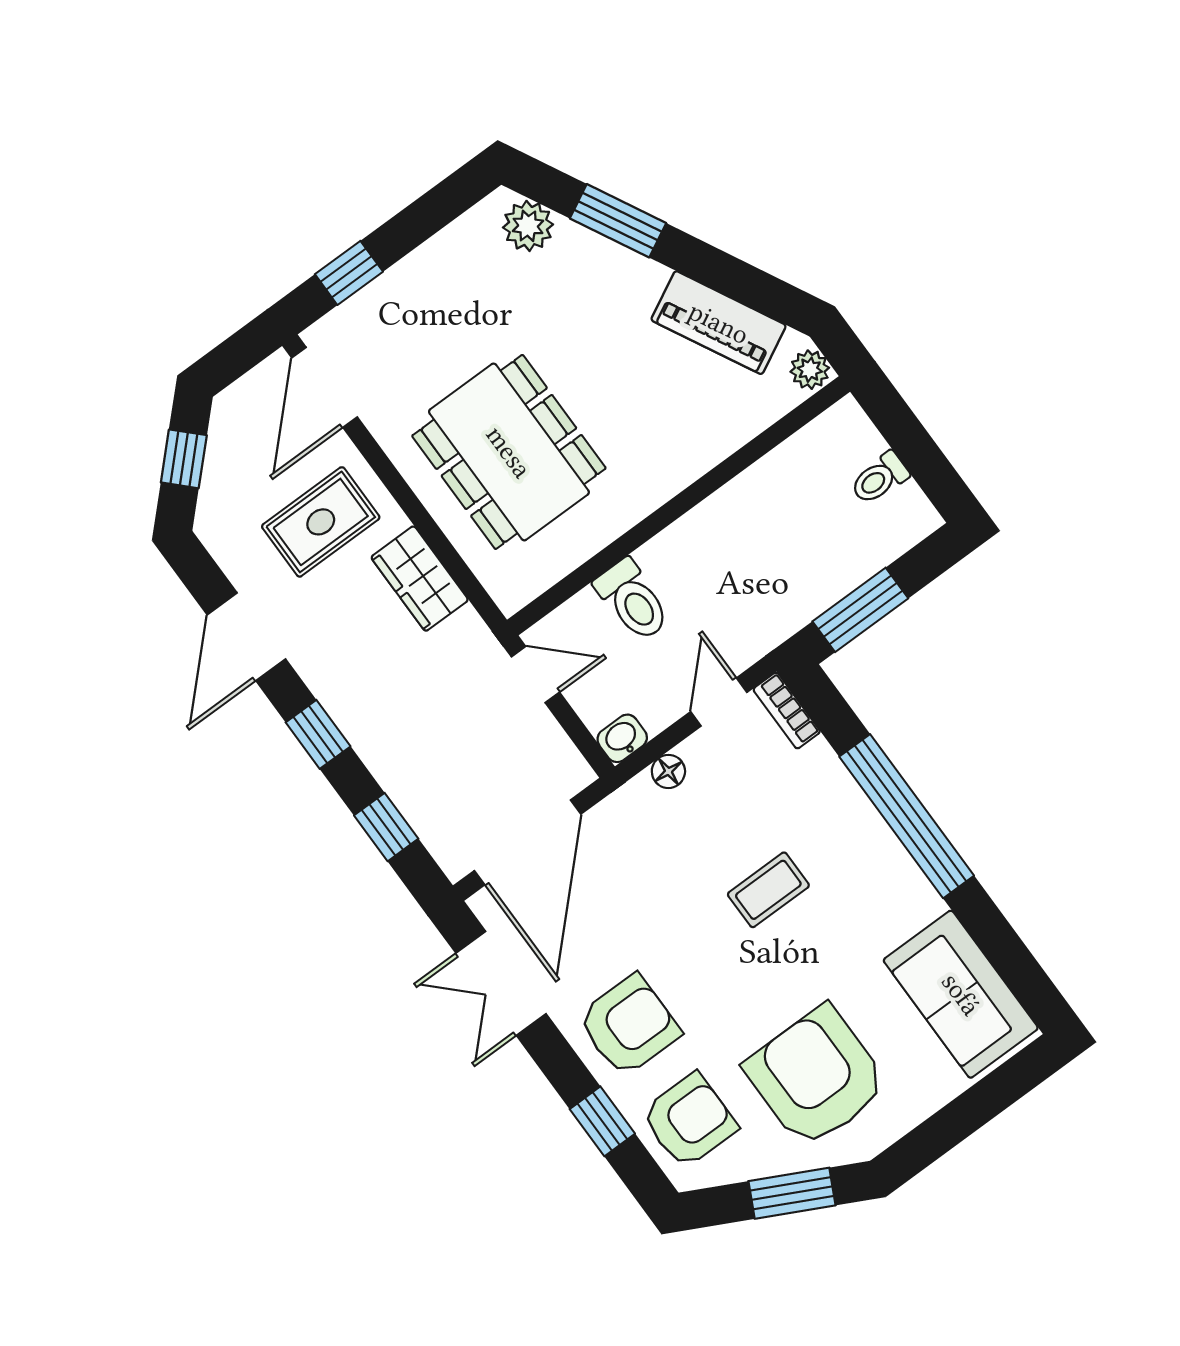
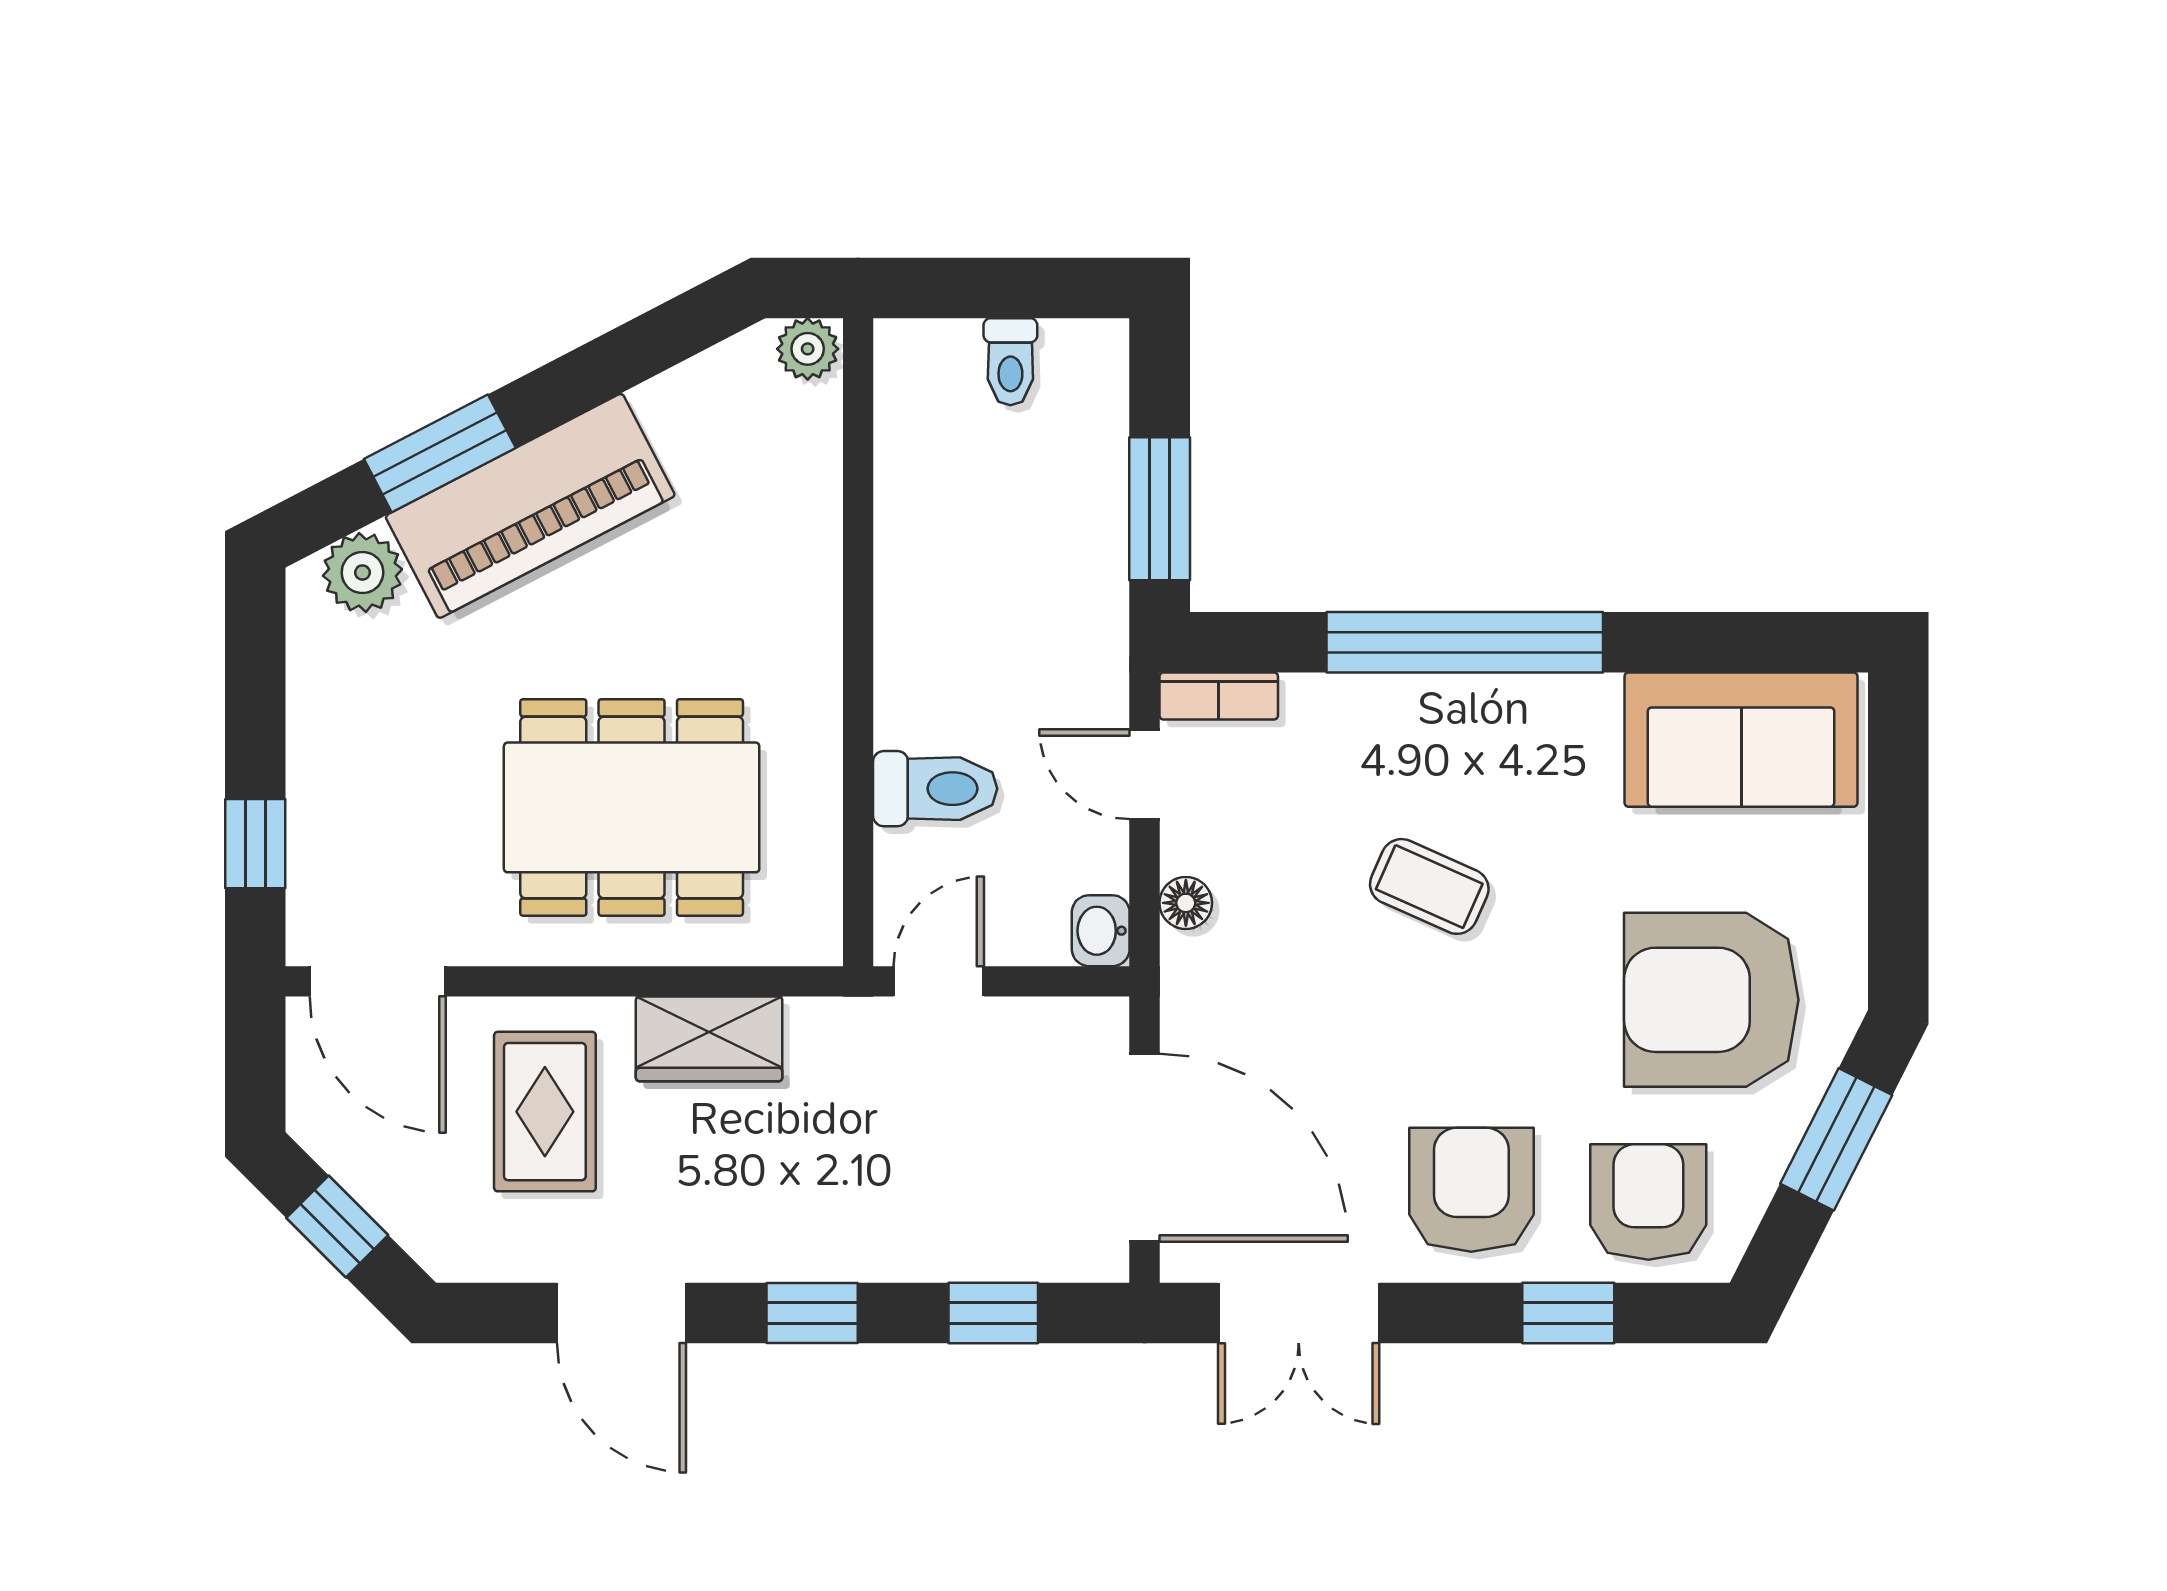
piano: (719, 323) -> (530, 506), moved, width x1.37, depth x1.33
coffee table: (768, 890) -> (1429, 886), turned -66

